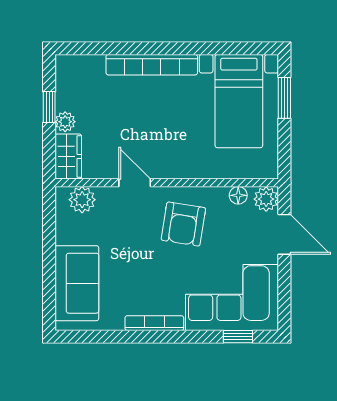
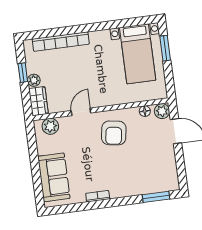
bookcase: (152, 65) -> (61, 41), moved
door: (135, 183) -> (81, 112), hinge flipped
corner sofa: (232, 297) -> (149, 174), removed
bookcase: (154, 323) -> (98, 196), width x0.64
window: (238, 337) -> (156, 197), width x1.50

